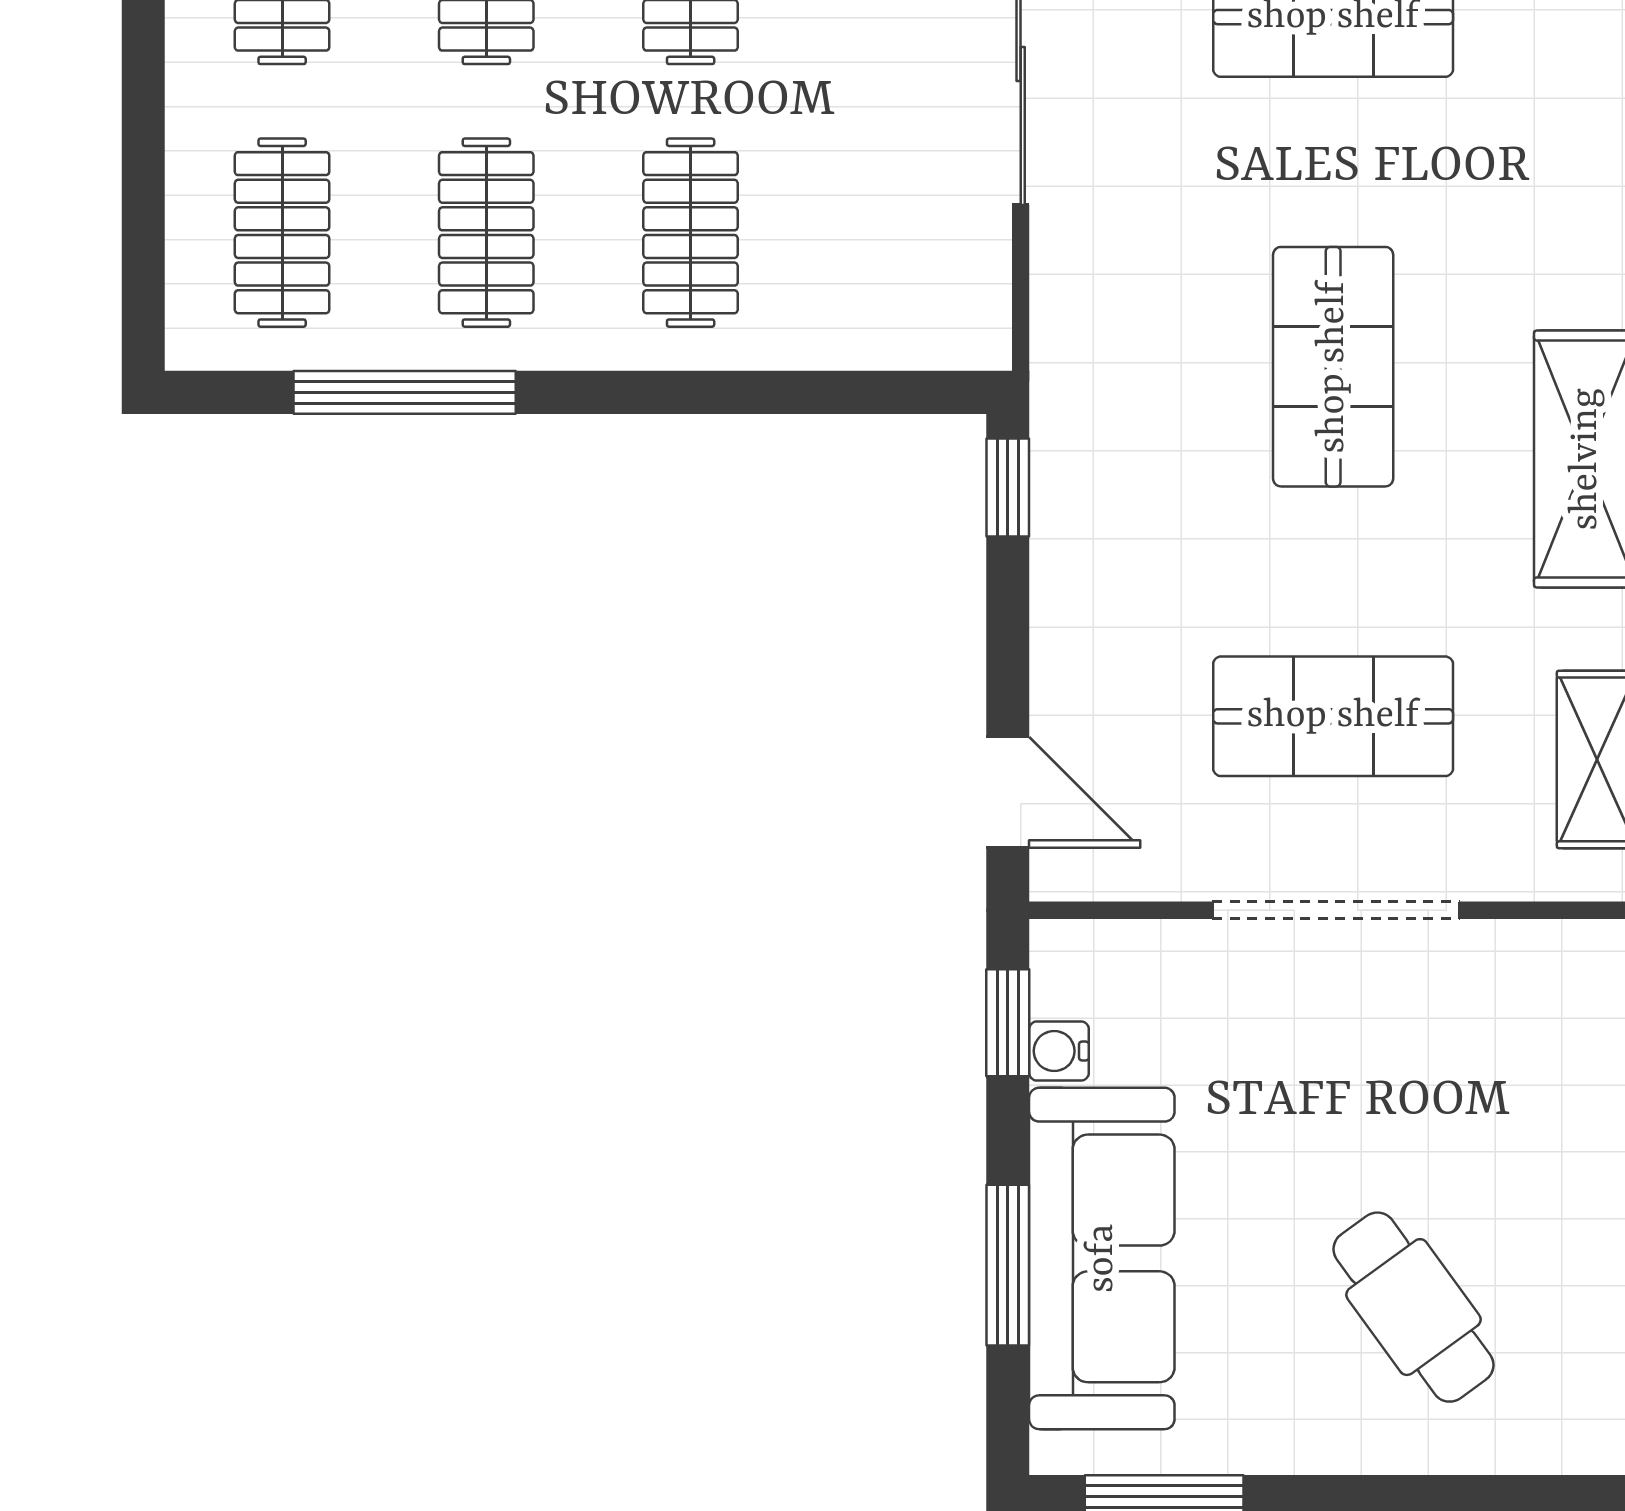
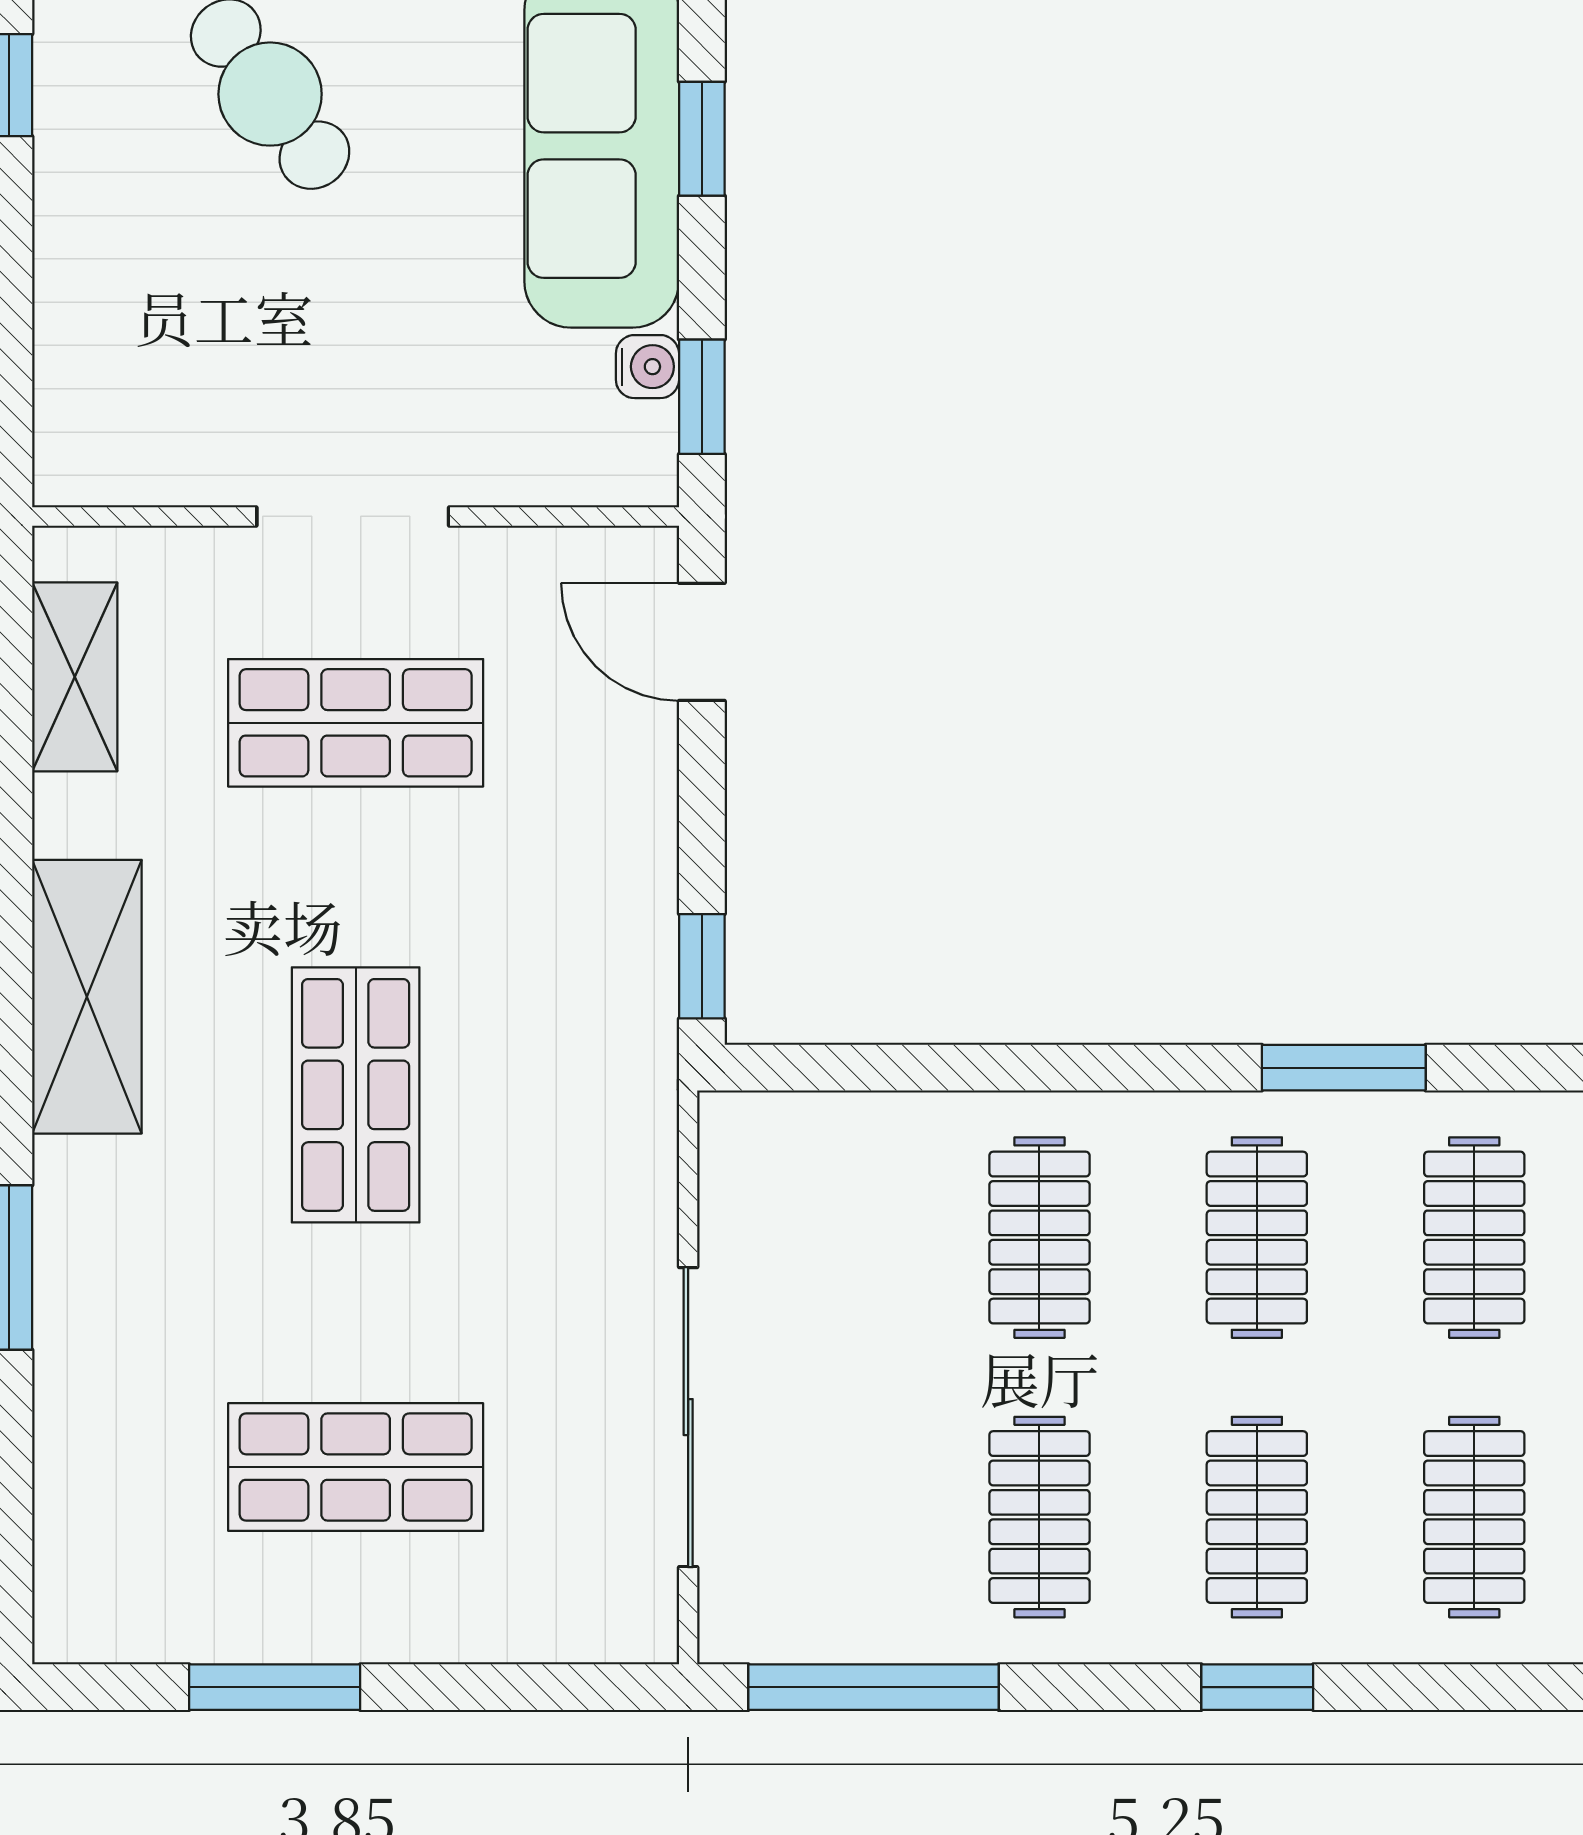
window: (405, 392) -> (1344, 1068), width x0.69
doorway: (1336, 910) -> (353, 516), width x0.73
window: (1008, 1265) -> (702, 139), width x0.67

